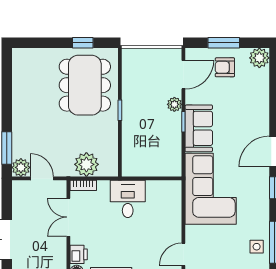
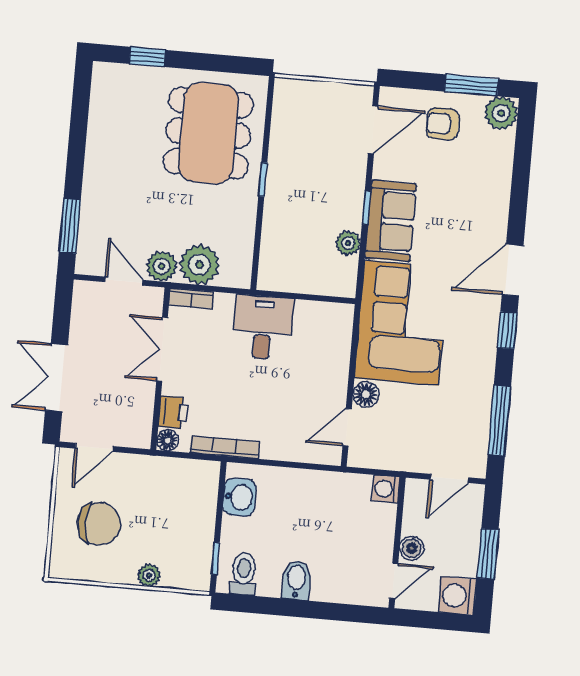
window: (83, 43) -> (147, 57), moved
window: (224, 43) -> (471, 85), moved
plant: (174, 104) -> (348, 243), moved
plant: (21, 167) -> (162, 266), moved
floor lamp: (193, 234) -> (366, 394), added
side table: (257, 247) -> (469, 425), removed

